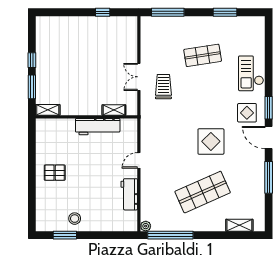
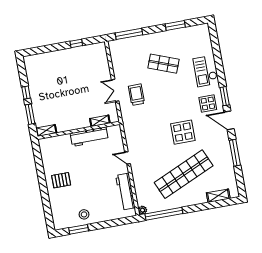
shop shelf: (203, 55) -> (164, 64), turned 30
door: (139, 160) -> (127, 158), hinge flipped
shop shelf: (203, 192) -> (184, 174), width x1.40
workbench: (129, 194) -> (125, 192), width x1.38

